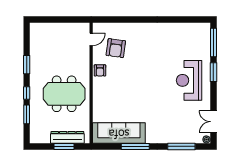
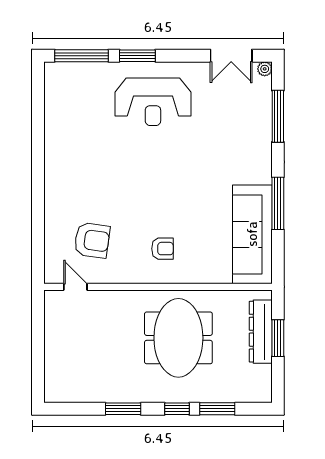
armchair: (100, 70) -> (162, 249), moved

